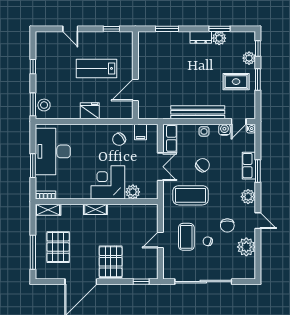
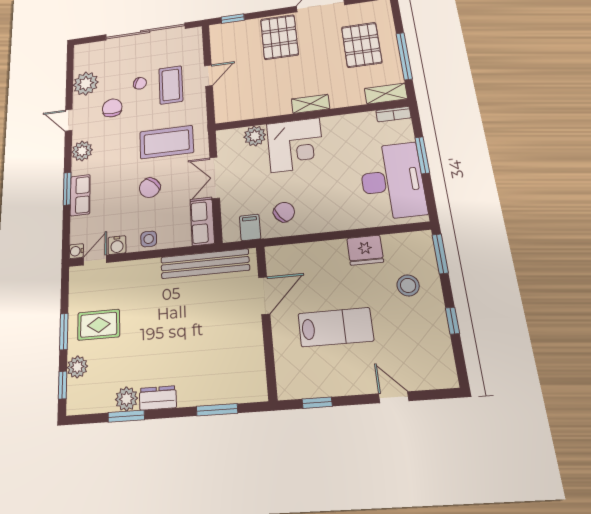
stool: (44, 105) -> (408, 285), moved
fridge: (90, 111) -> (365, 250), moved
bench: (198, 112) -> (205, 264), moved
window: (33, 252) -> (404, 56), moved

